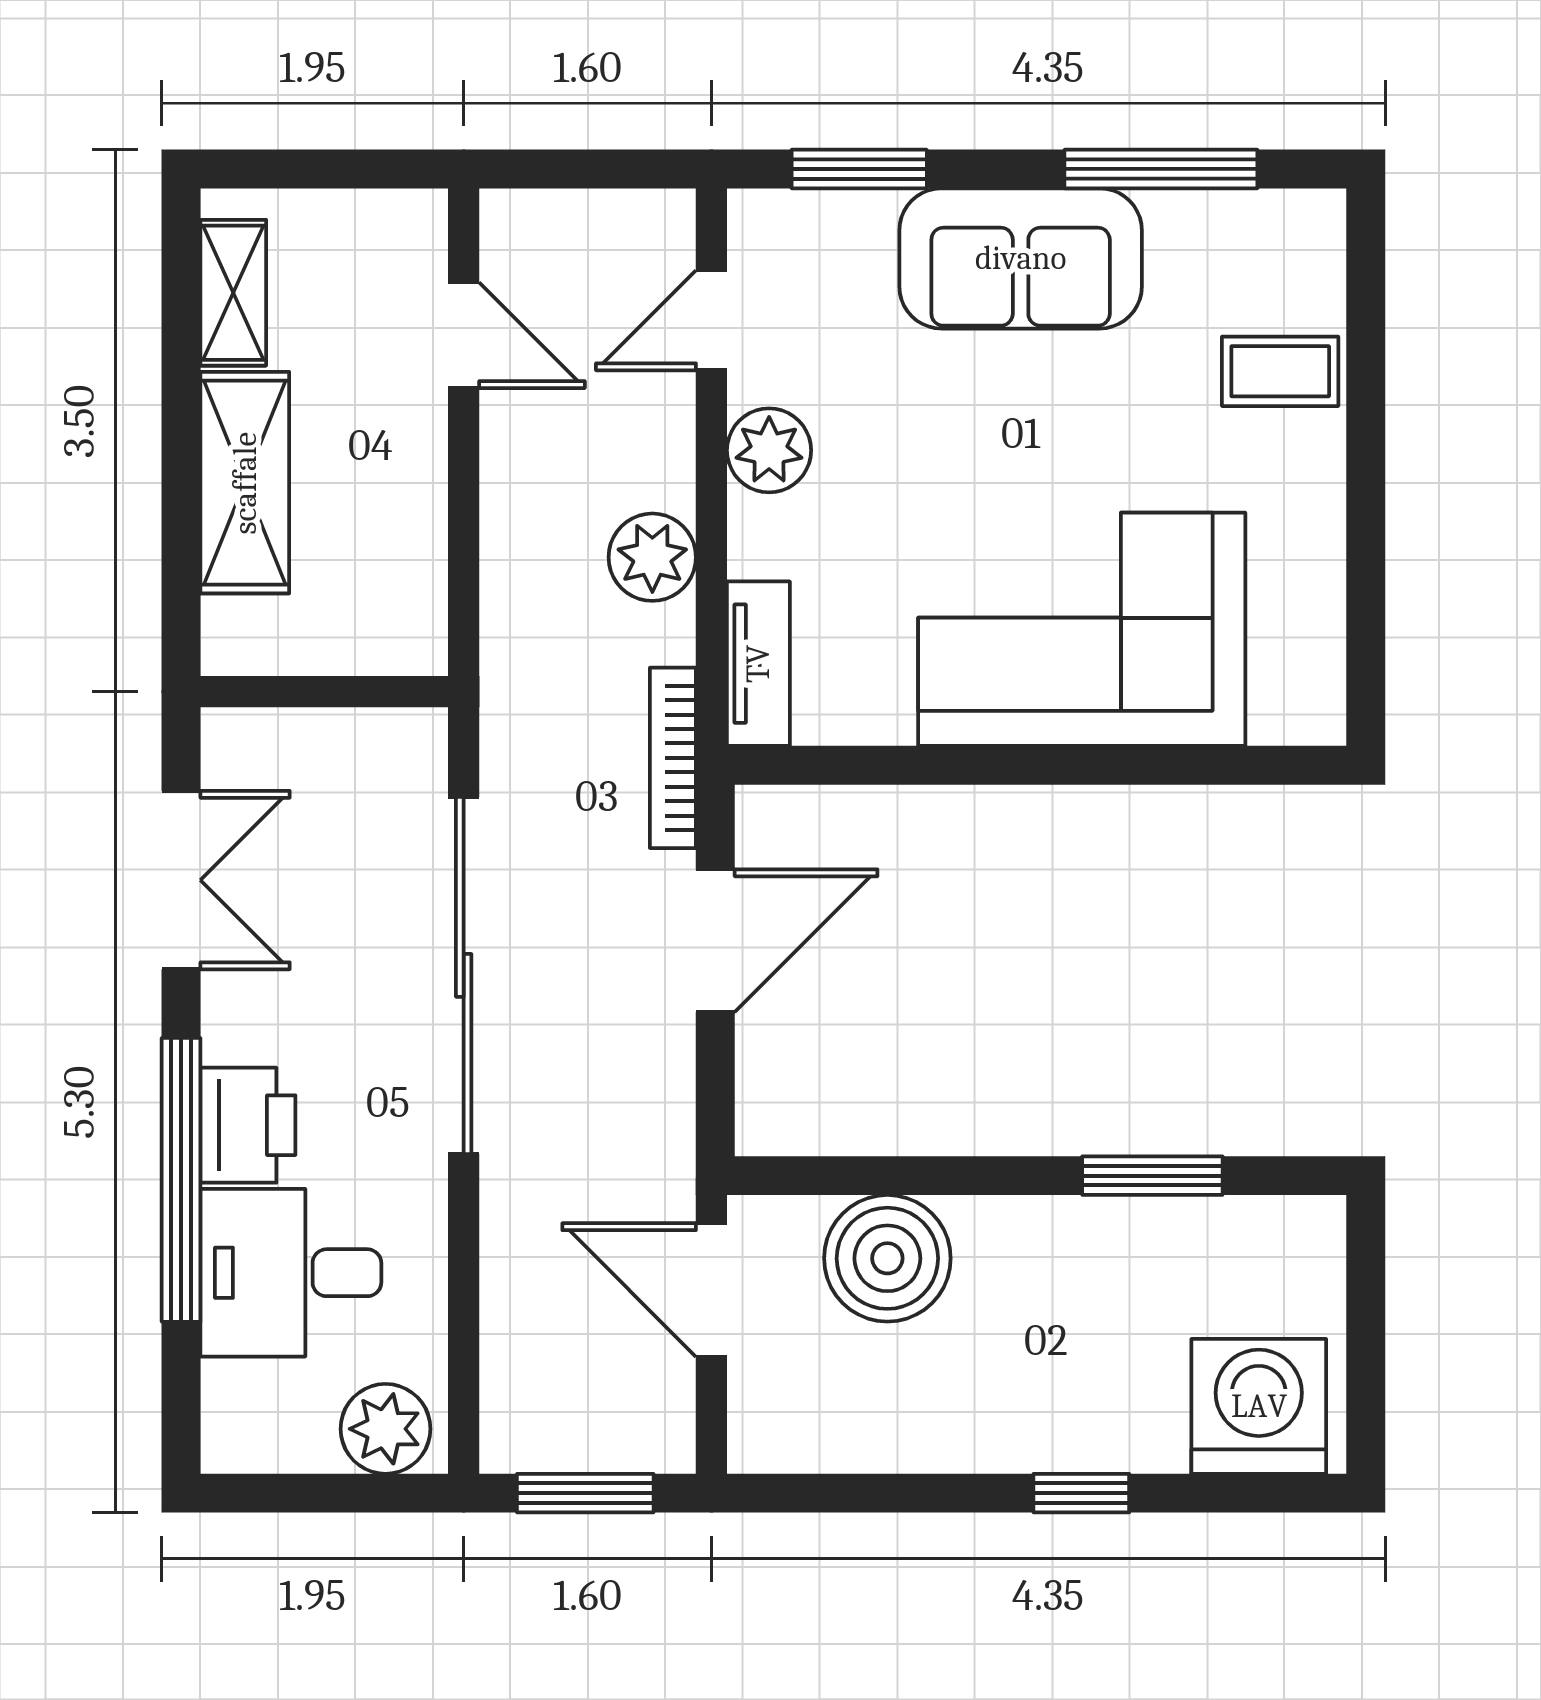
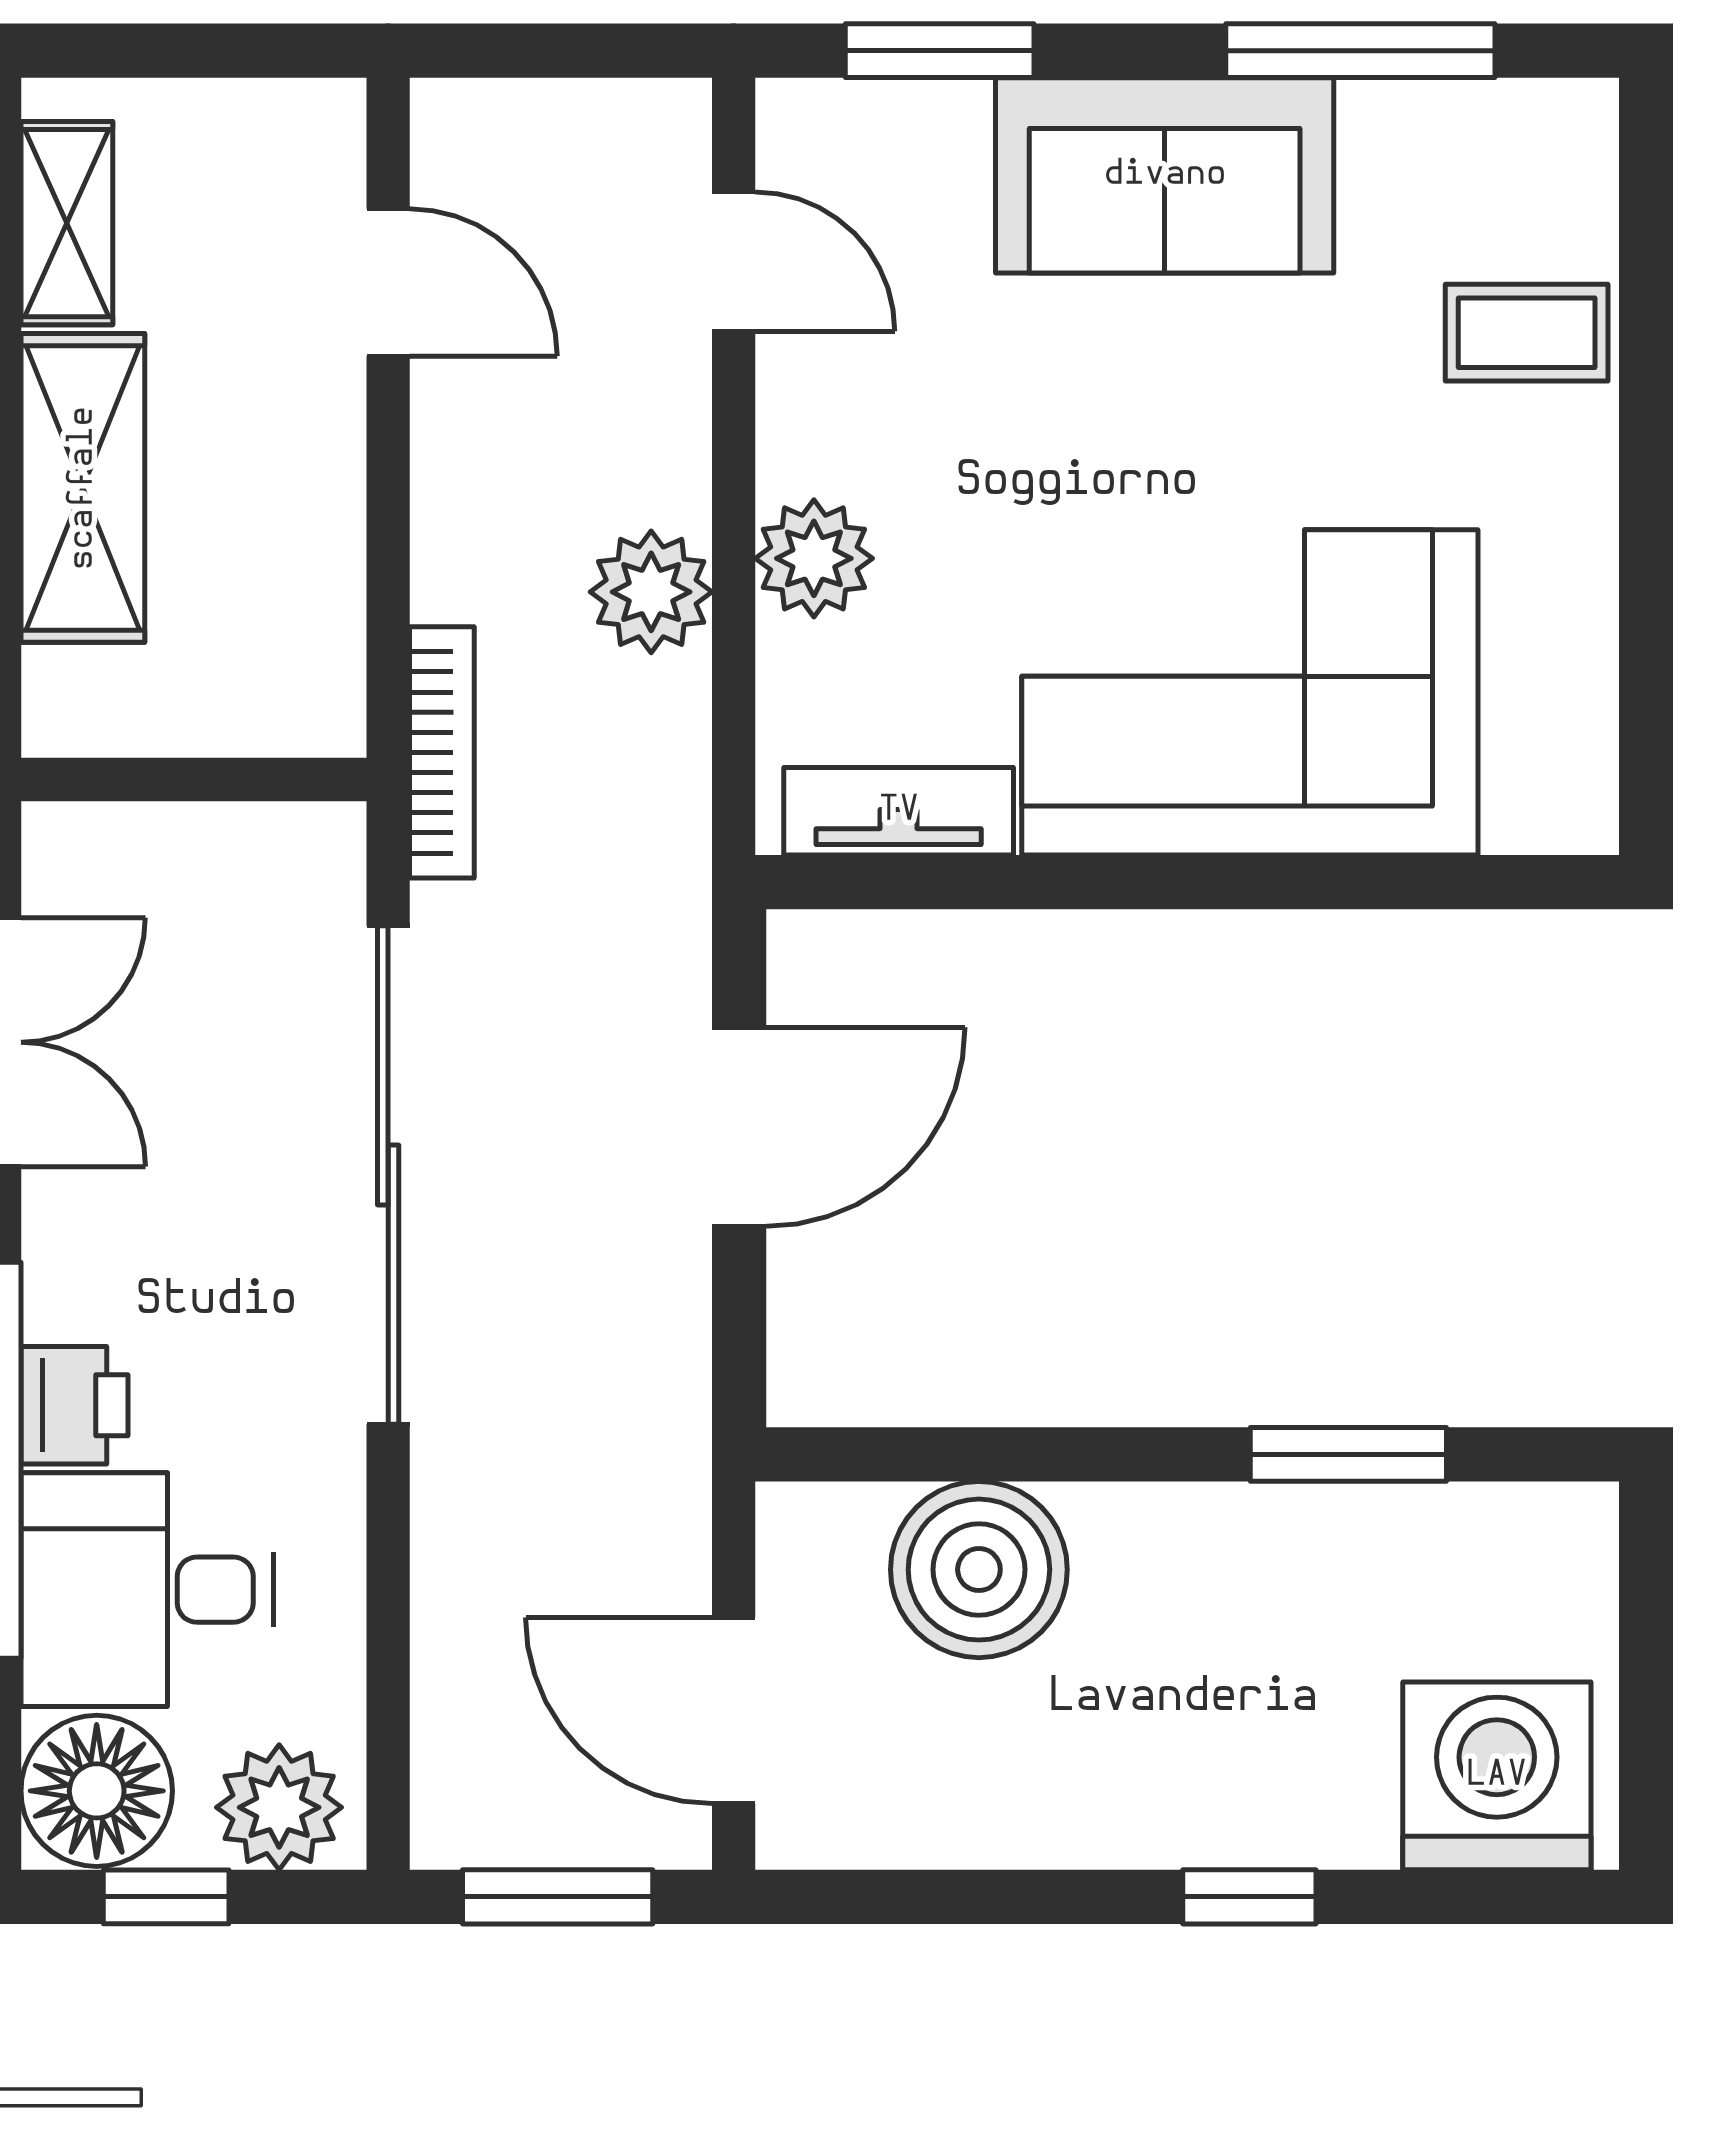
door: (711, 320) -> (734, 262), swing flipped
plant: (769, 450) -> (814, 558), moved
tv unit: (758, 664) -> (899, 811), moved, turned -90
bookcase: (673, 758) -> (442, 752), moved, turned 180
printer: (248, 1125) -> (74, 1405), width x0.73, depth x0.81
door: (711, 1290) -> (734, 1711), moved
floor lamp: (255, 1417) -> (97, 1791), added
window: (304, 1493) -> (166, 1897), added

